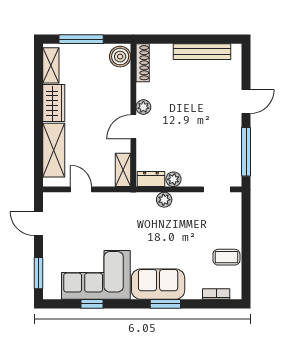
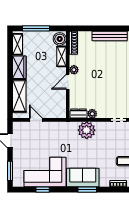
shelving: (123, 170) -> (62, 56), moved
plant: (164, 200) -> (87, 130), width x1.88, depth x1.88

